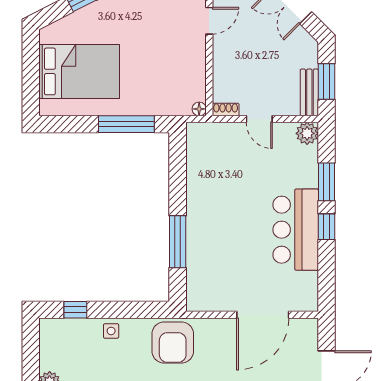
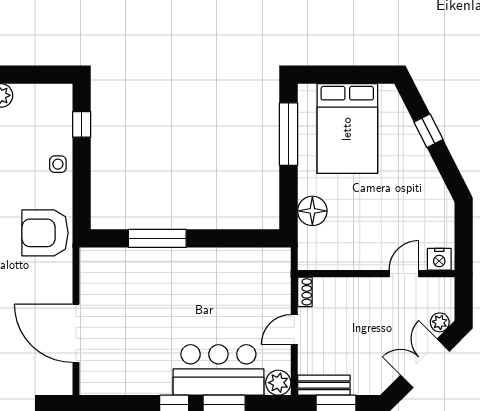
door: (209, 21) -> (404, 274), swing flipped
floor lamp: (199, 109) -> (312, 211), moved, width x1.89, depth x1.89
window: (126, 124) -> (289, 134), moved
bar counter: (296, 230) -> (218, 370), moved

